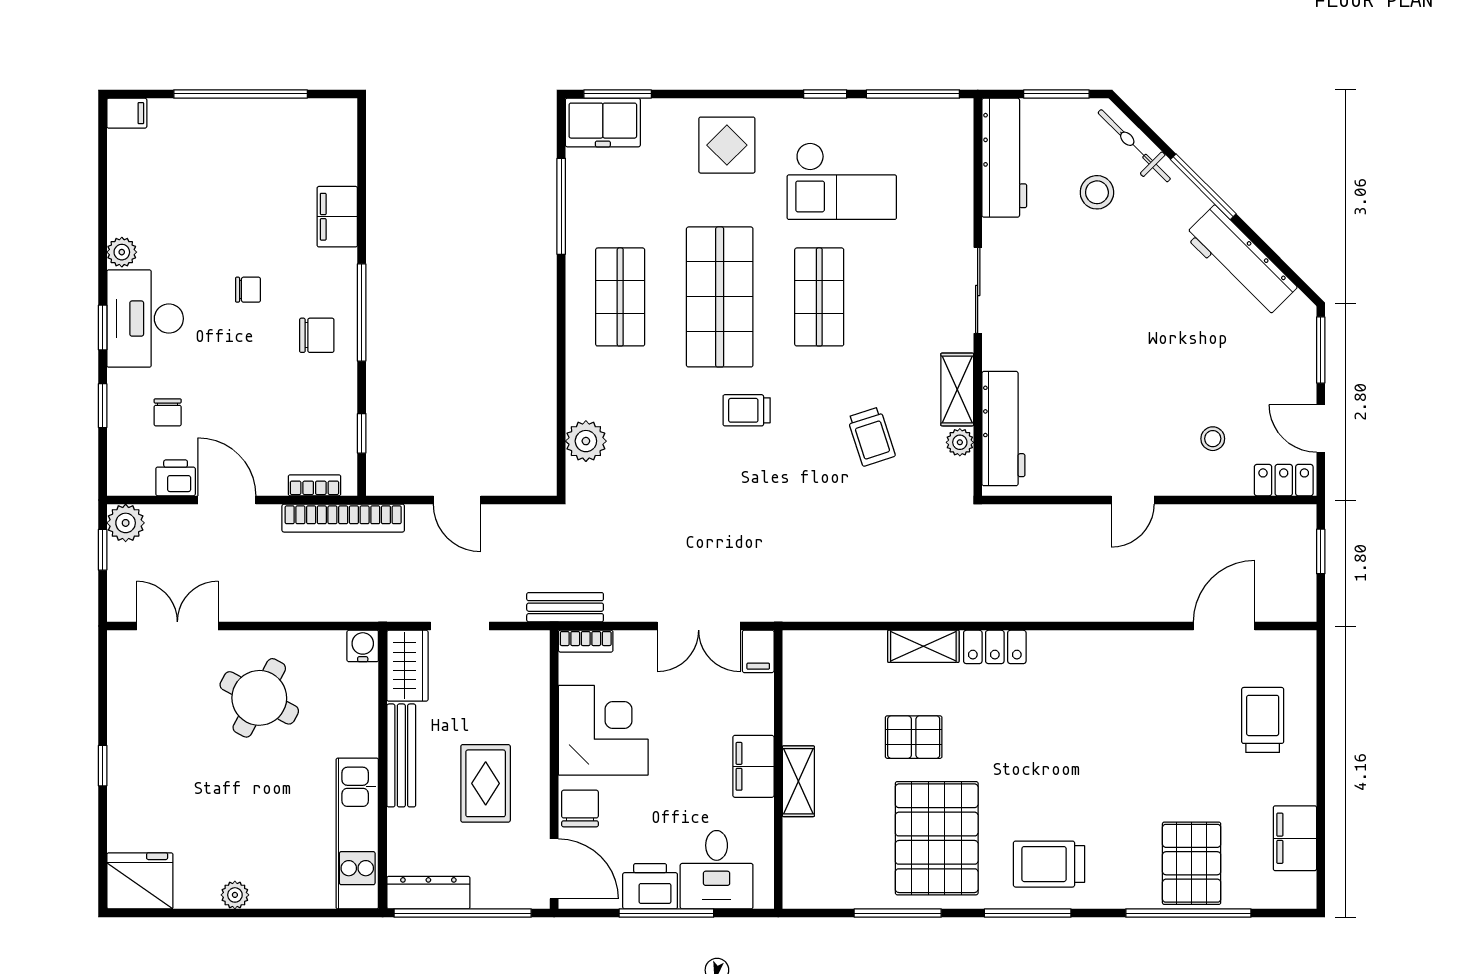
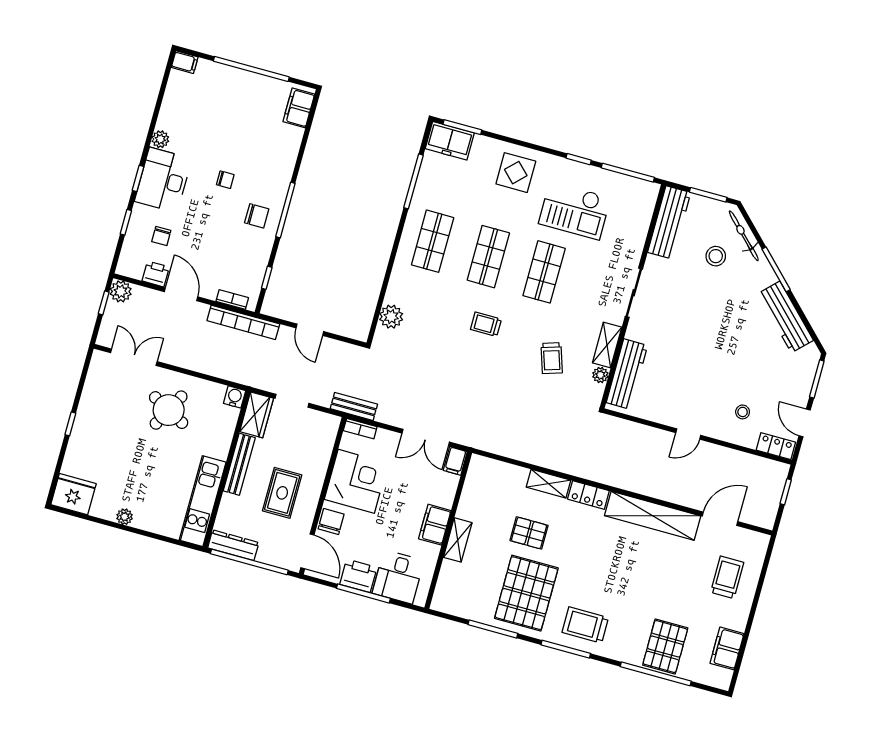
filing cabinet: (337, 217) -> (299, 108), moved
shop shelf: (720, 297) -> (488, 257), width x0.70, depth x0.74
shelving: (1111, 652) -> (653, 516), added

